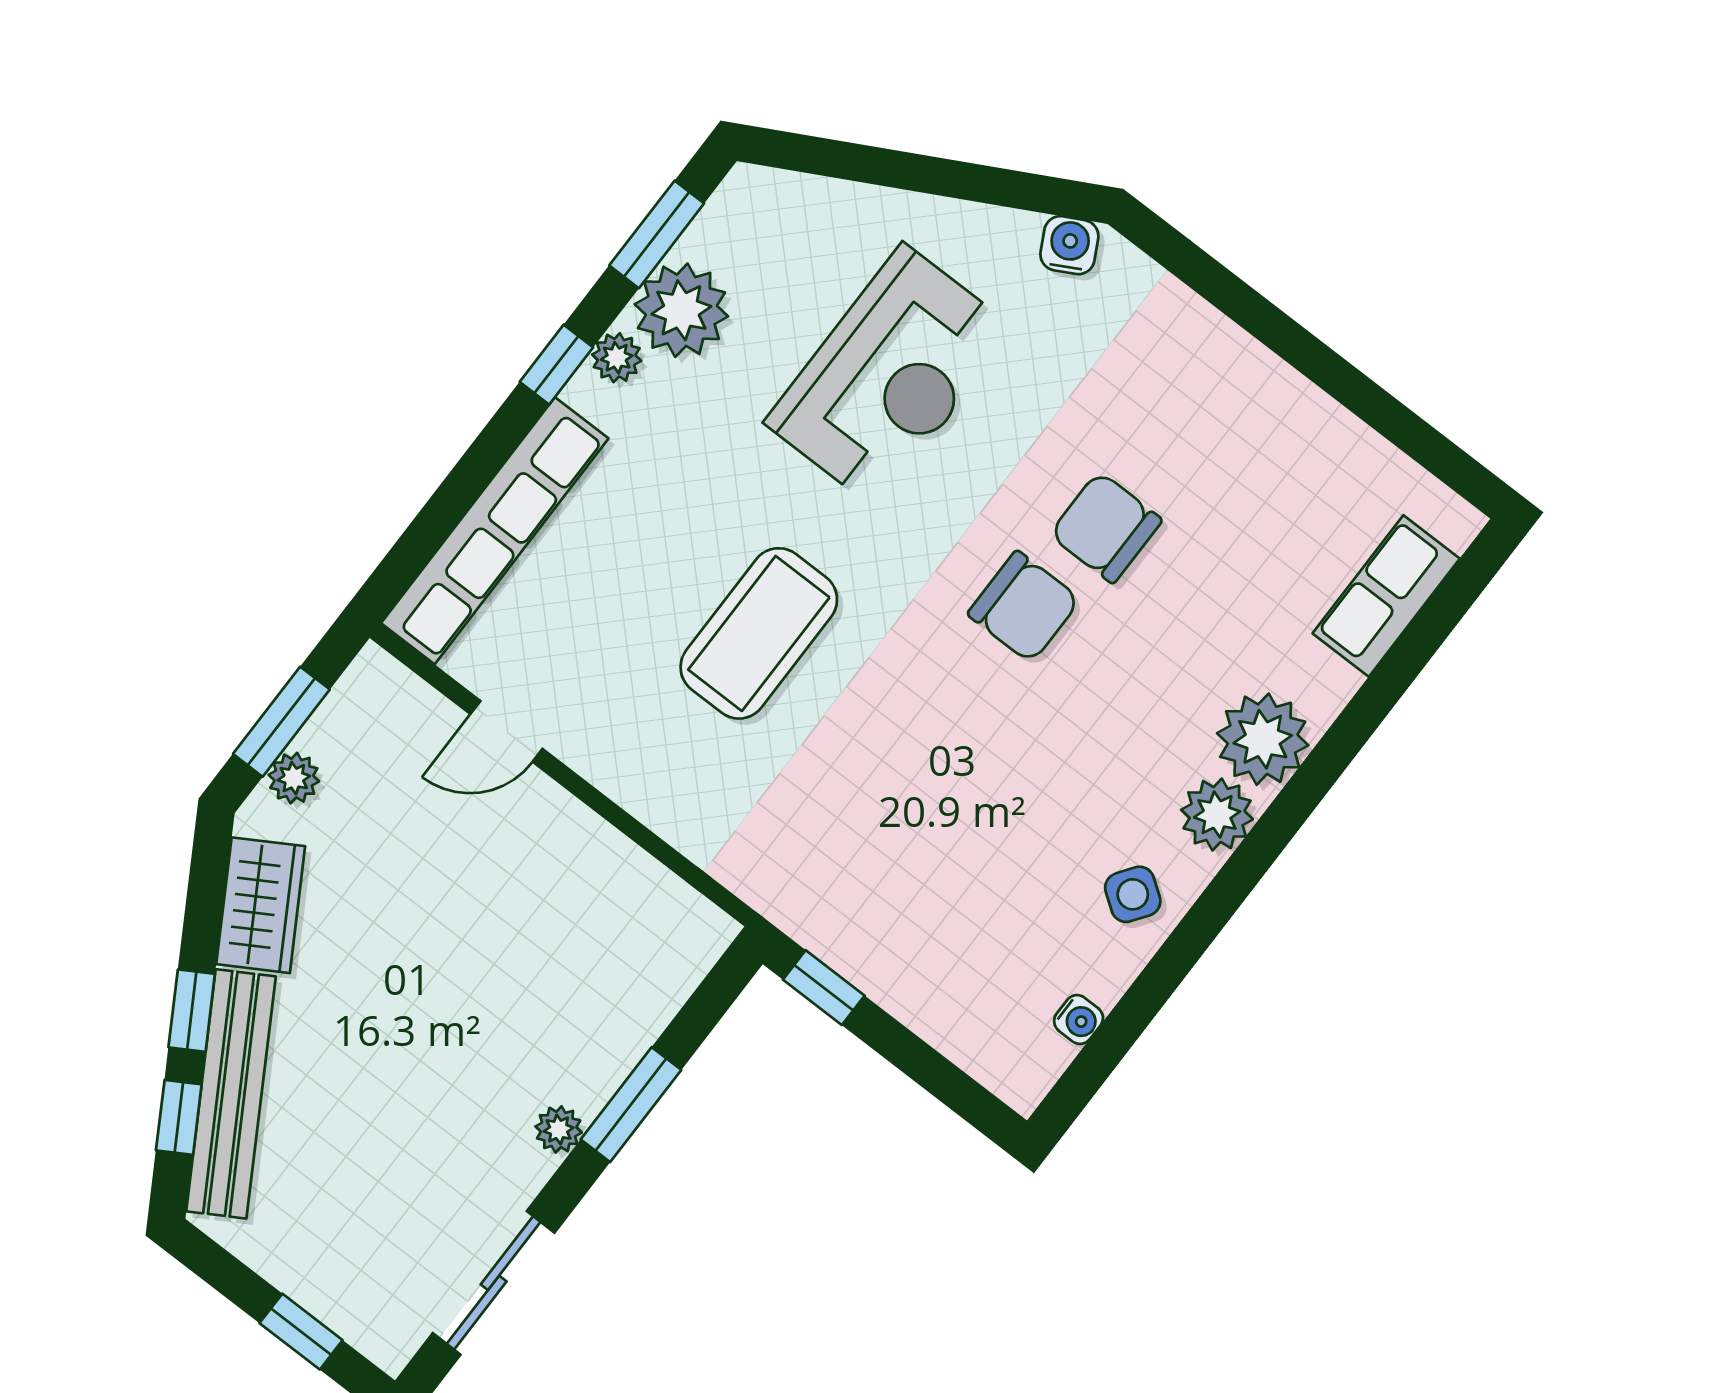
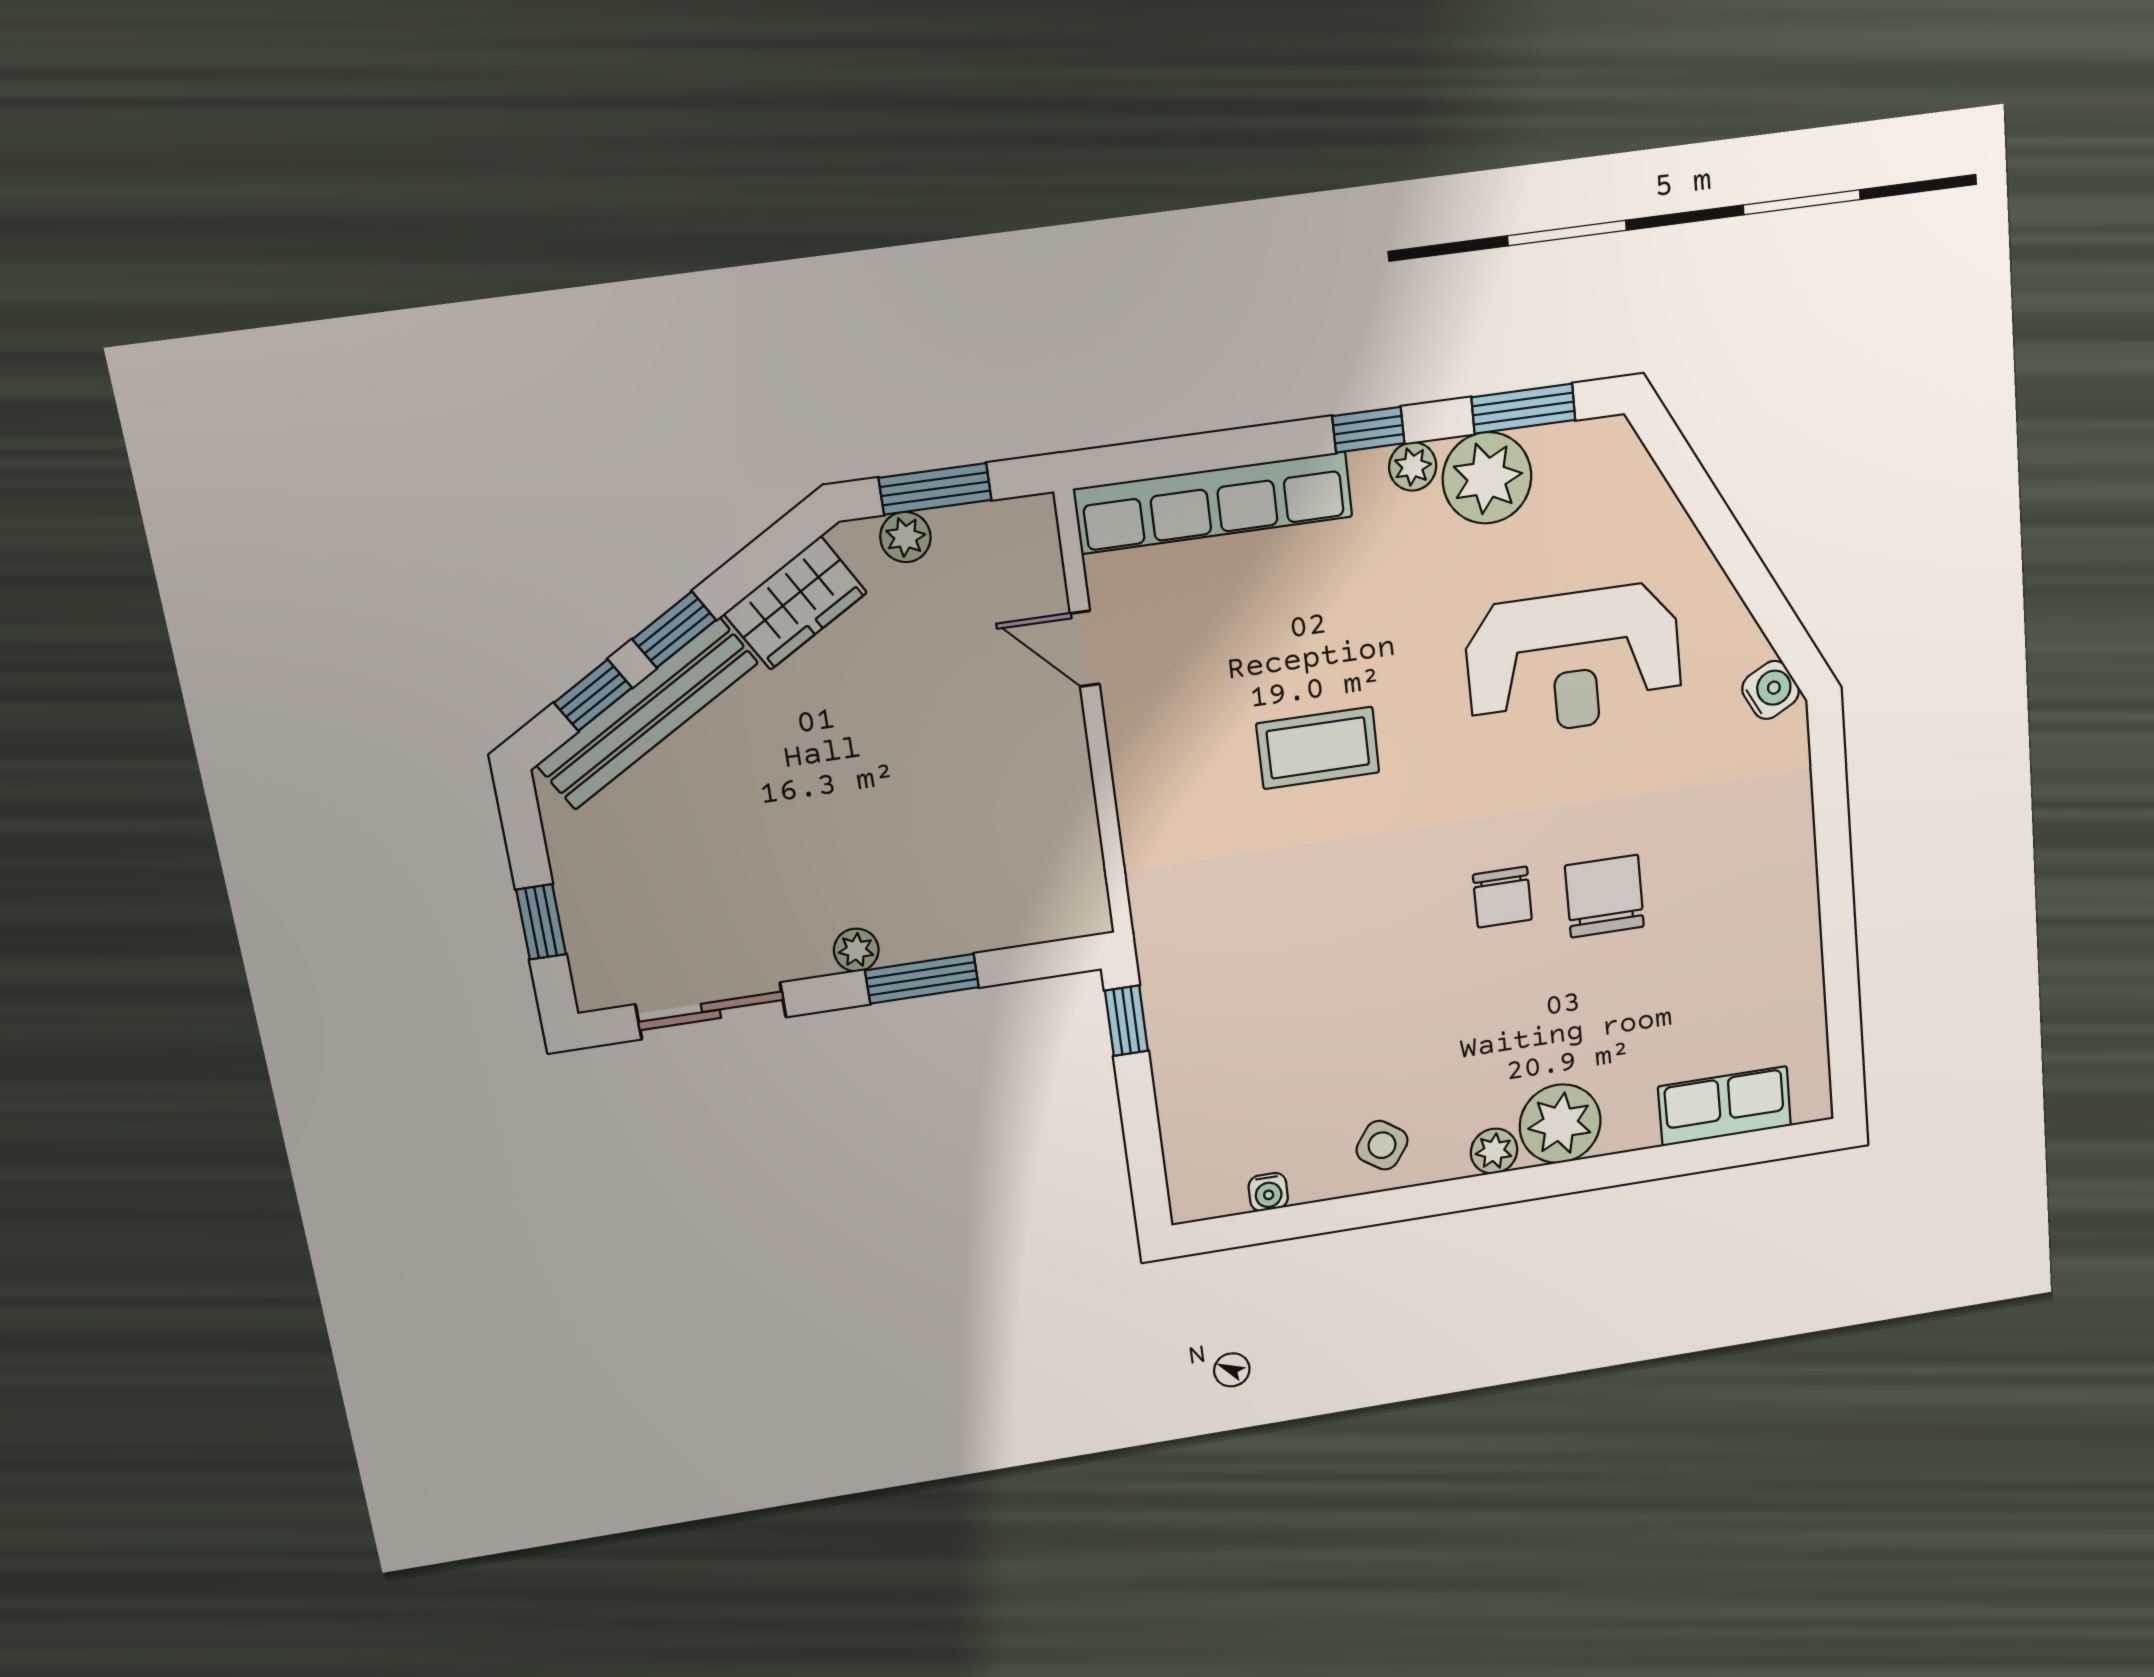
chair: (1024, 607) -> (1502, 897), width x0.73, depth x0.73
coffee table: (759, 633) -> (1318, 748), width x0.73, depth x0.76
plant: (1217, 814) -> (1494, 1151), width x0.73, depth x0.73

